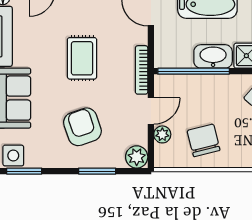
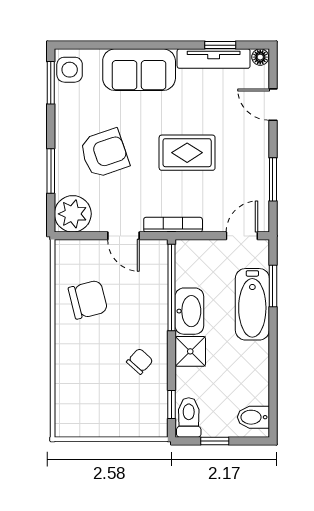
plant: (162, 134) -> (95, 250), removed
plant: (137, 157) -> (73, 214), width x1.36, depth x1.36

